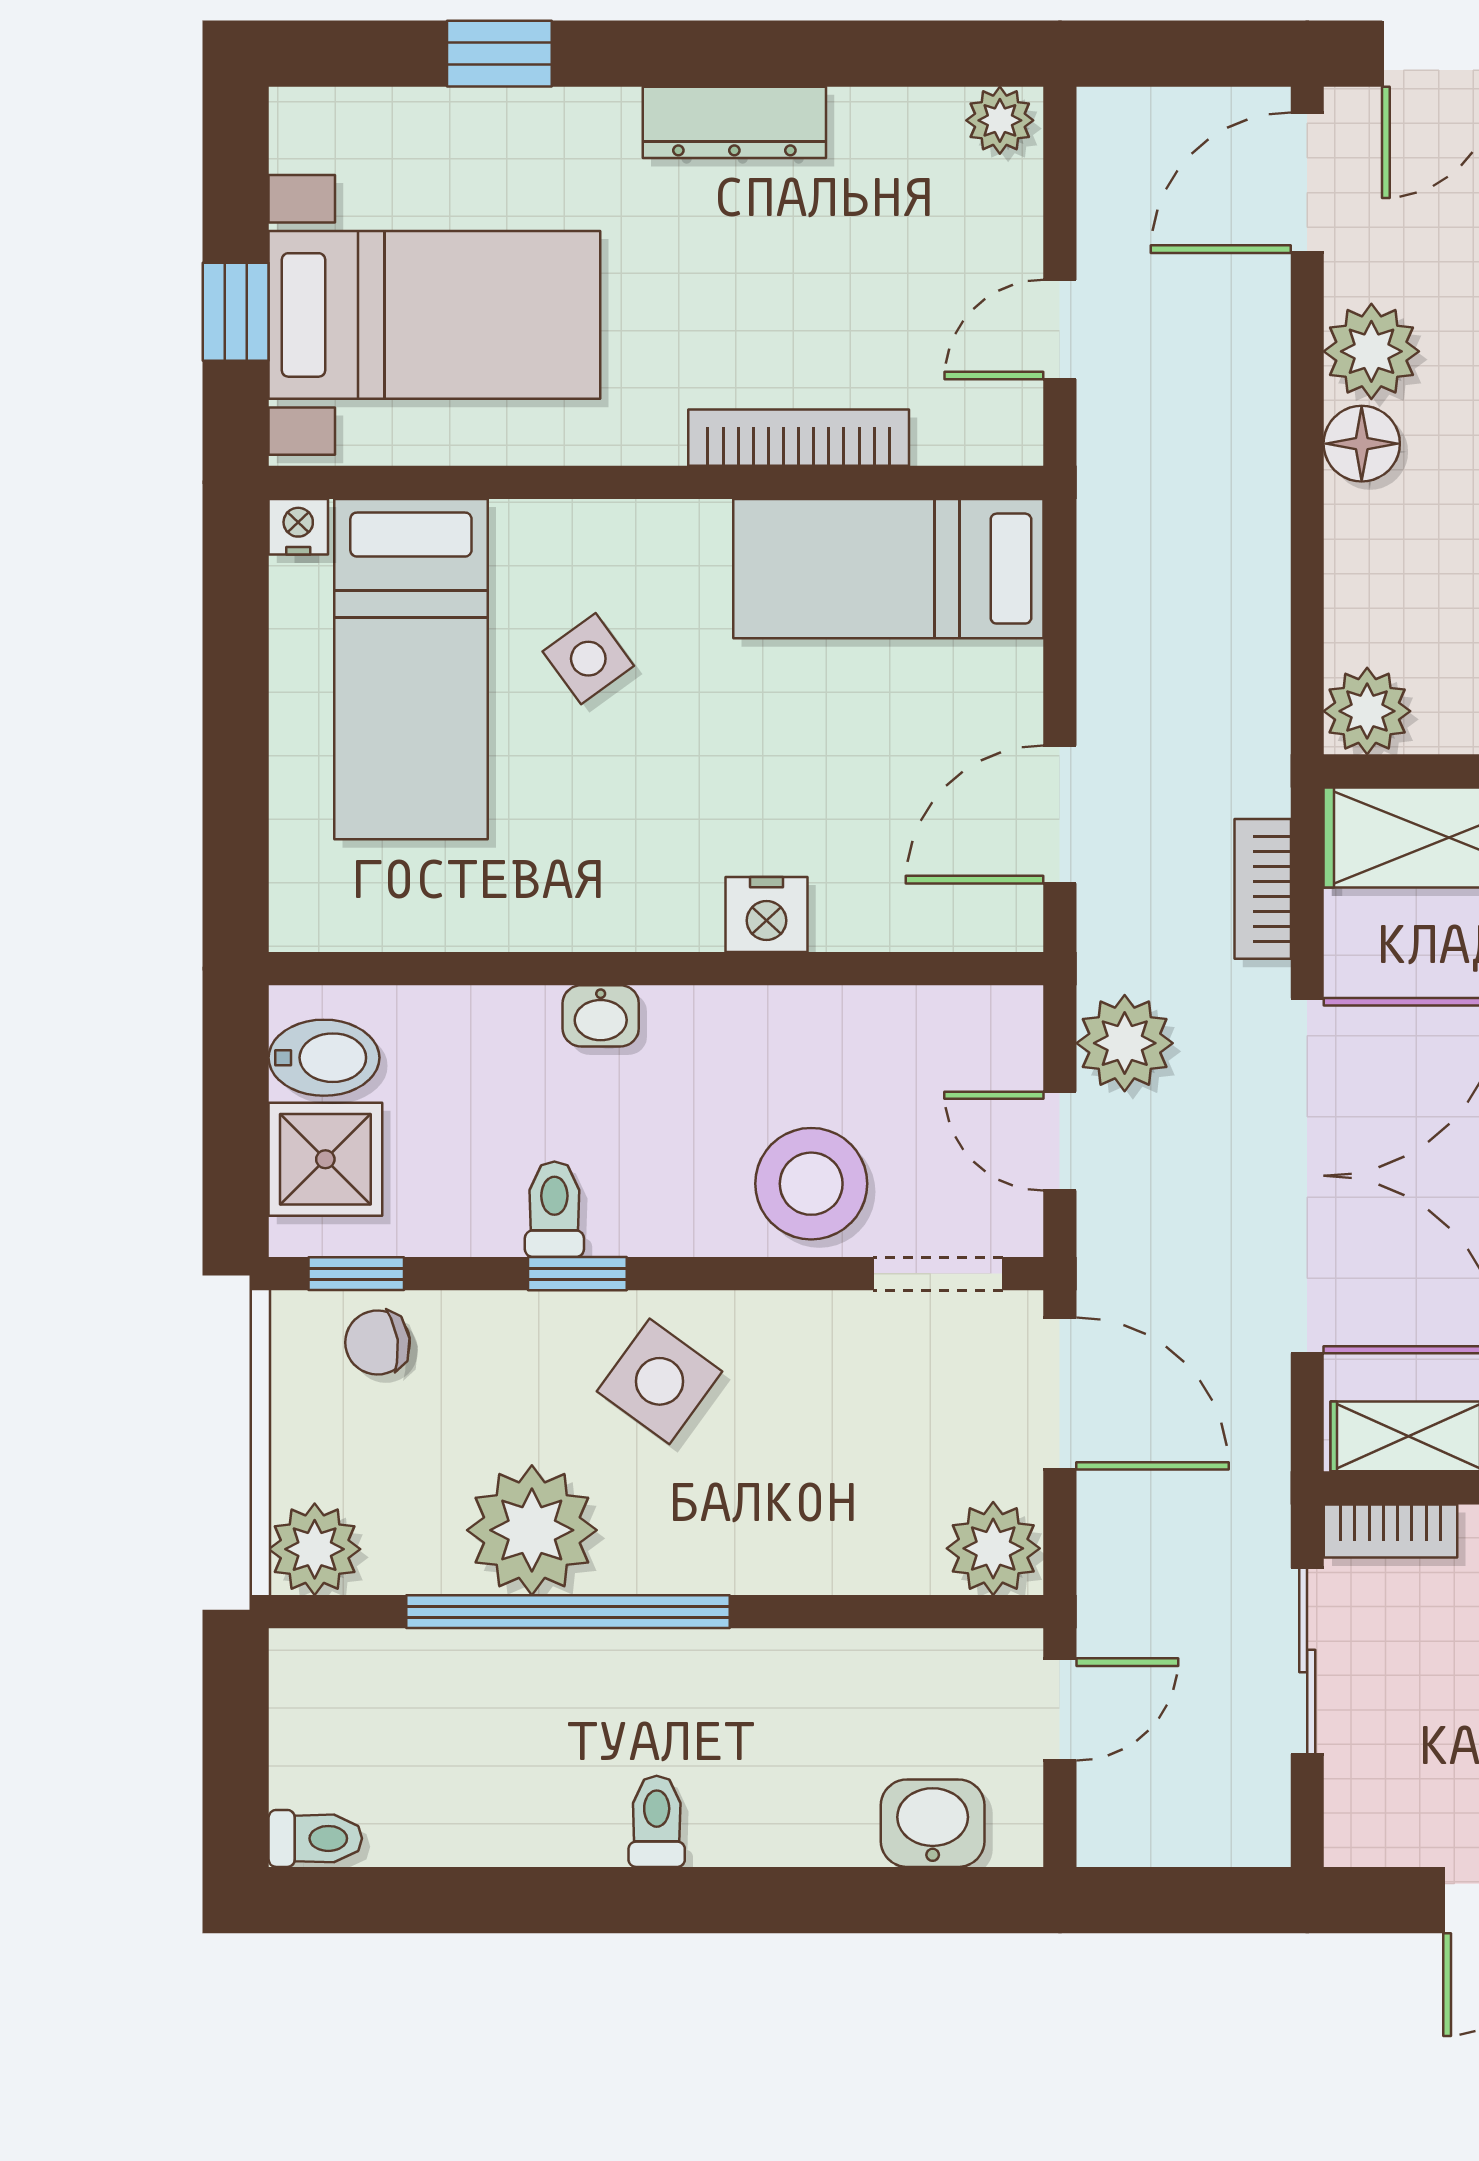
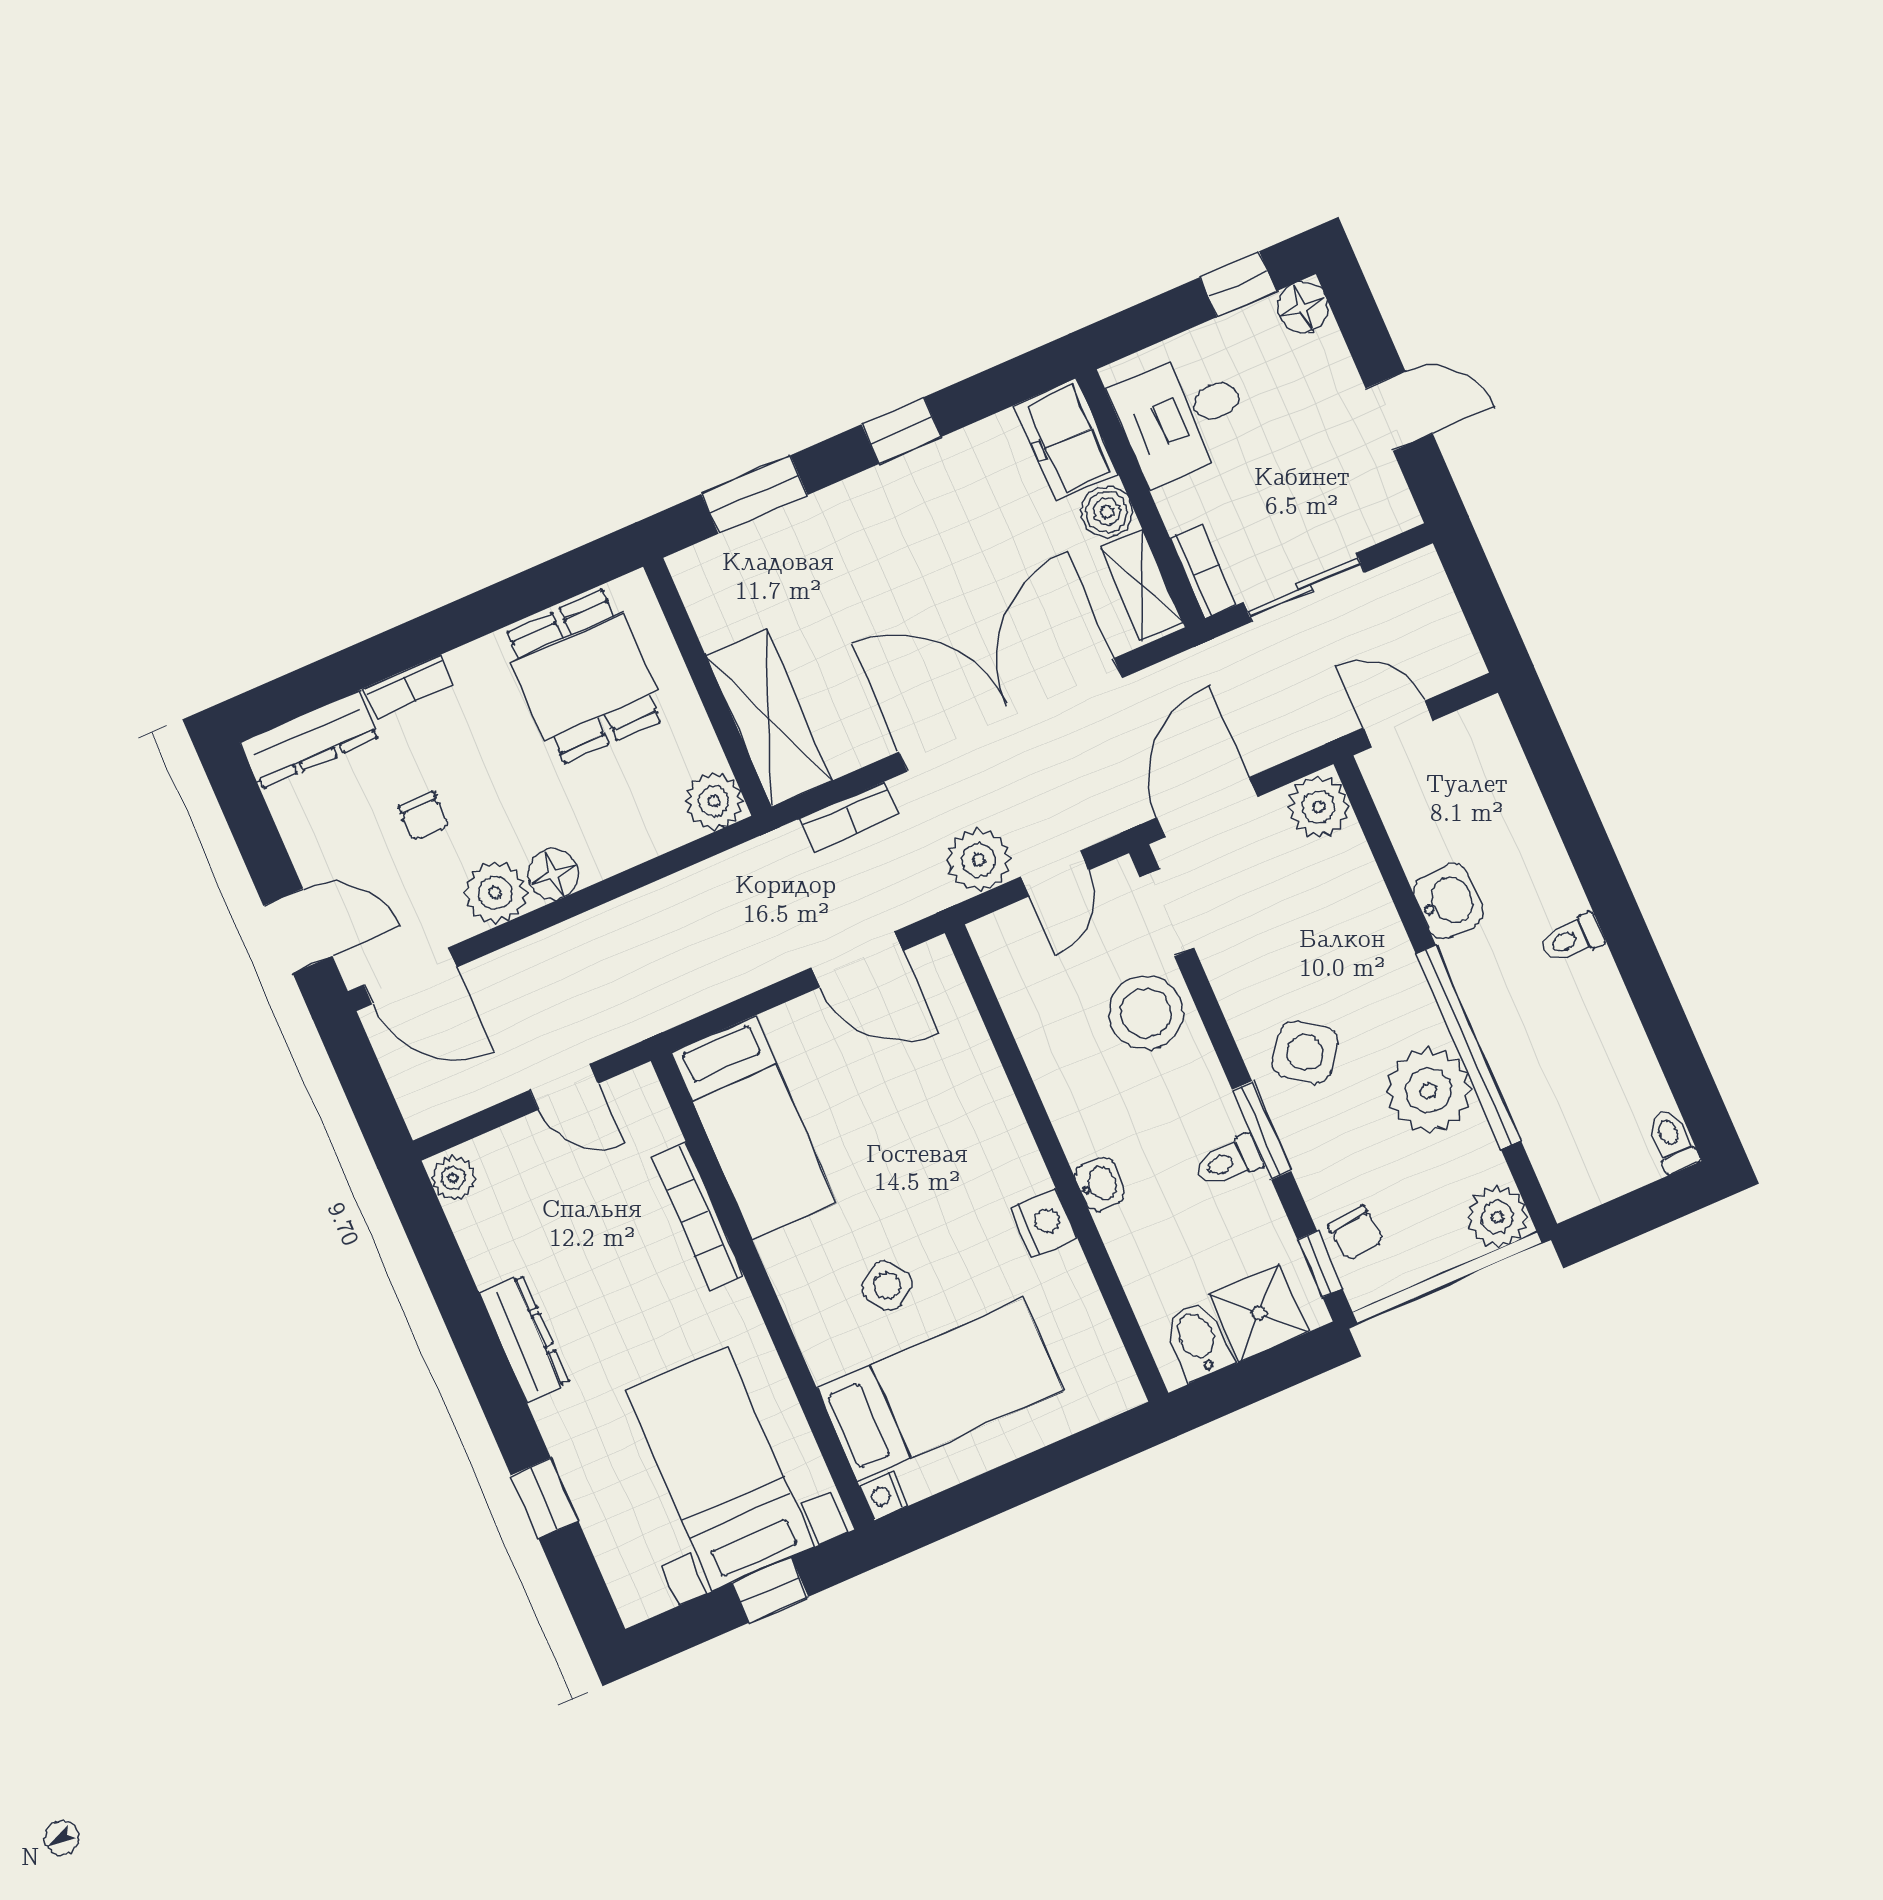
nightstand: (766, 915) -> (1044, 1223), moved
window: (577, 1274) -> (1262, 1130), width x1.50
washbasin: (933, 1823) -> (1448, 901), moved, turned 180

